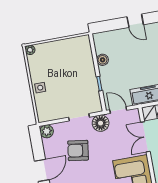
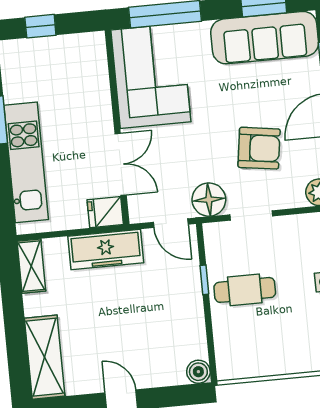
boiler: (103, 60) -> (198, 372), moved
cafe table: (79, 80) -> (245, 290), added

